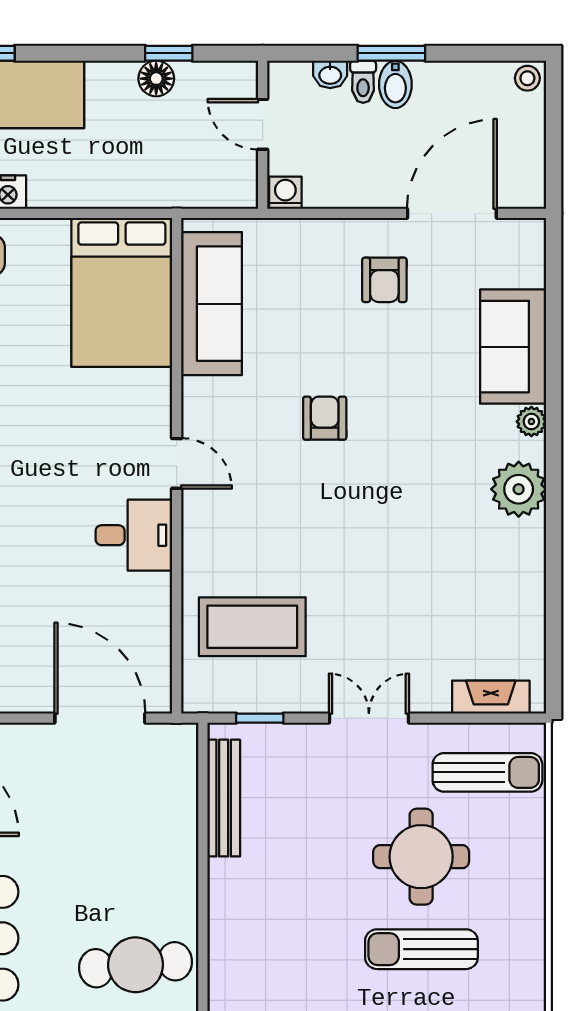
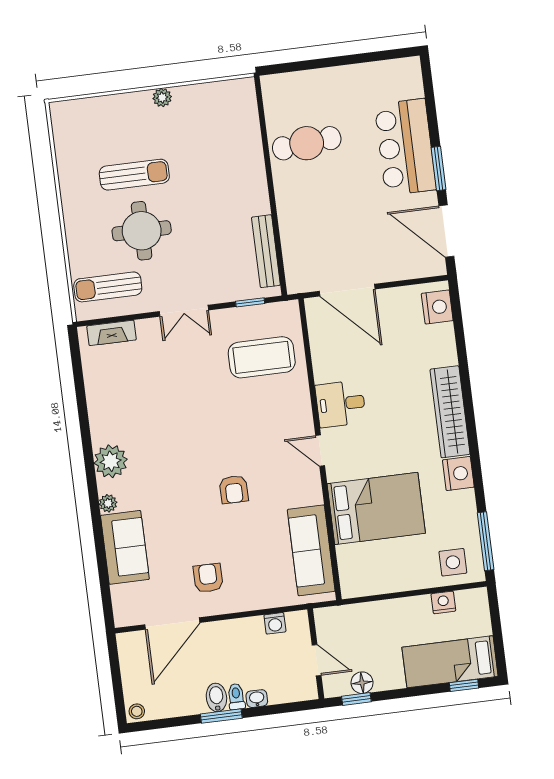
door: (263, 124) -> (317, 660), moved
wall: (263, 135) -> (316, 654), moved
bed: (122, 292) -> (376, 508), moved, turned 90

